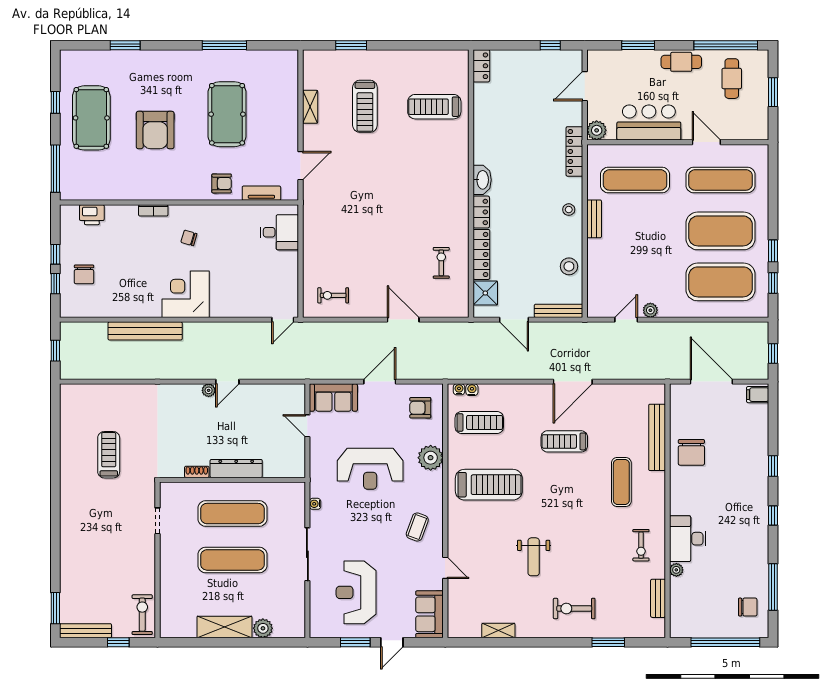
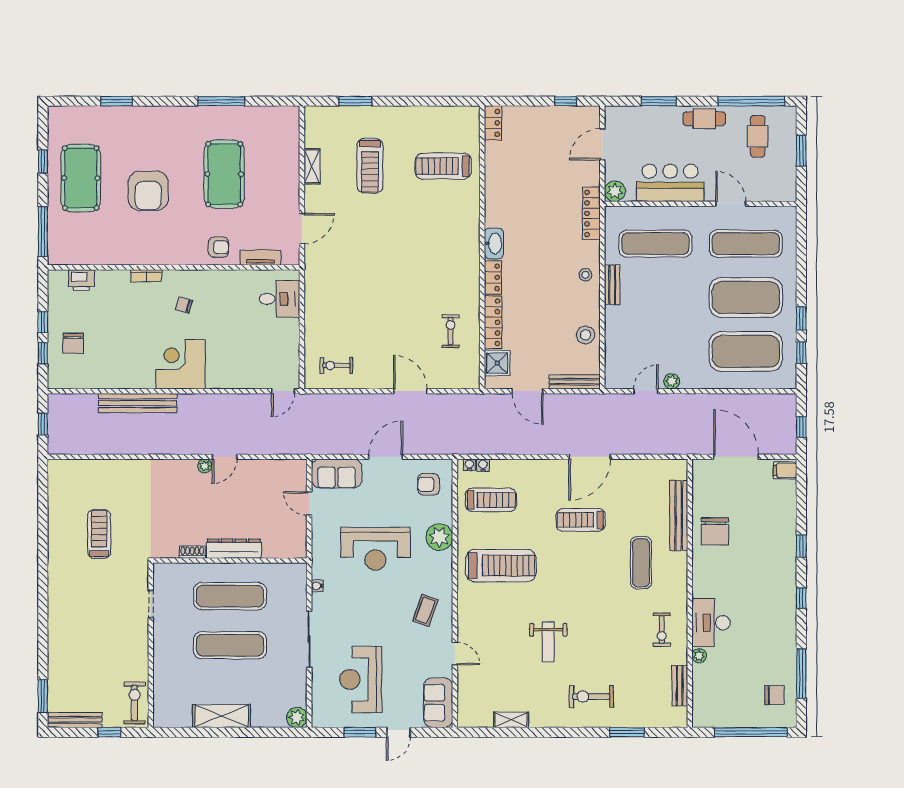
plant: (263, 628) -> (297, 717), moved

